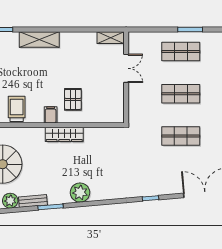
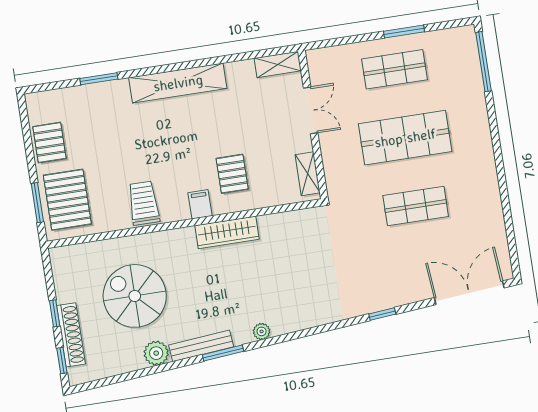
shelving: (39, 39) -> (178, 83), width x1.47
shop shelf: (181, 94) -> (405, 138), width x1.43, depth x1.36
shelving: (118, 106) -> (308, 174), added
plant: (80, 193) -> (262, 331), width x0.53, depth x0.53
bench: (33, 201) -> (201, 346), width x1.36

